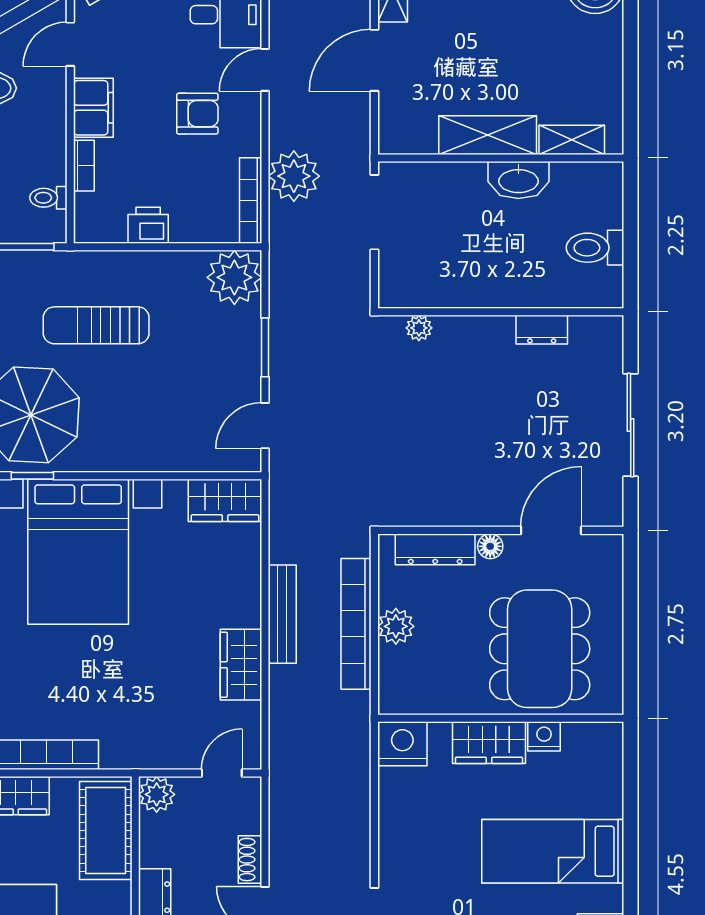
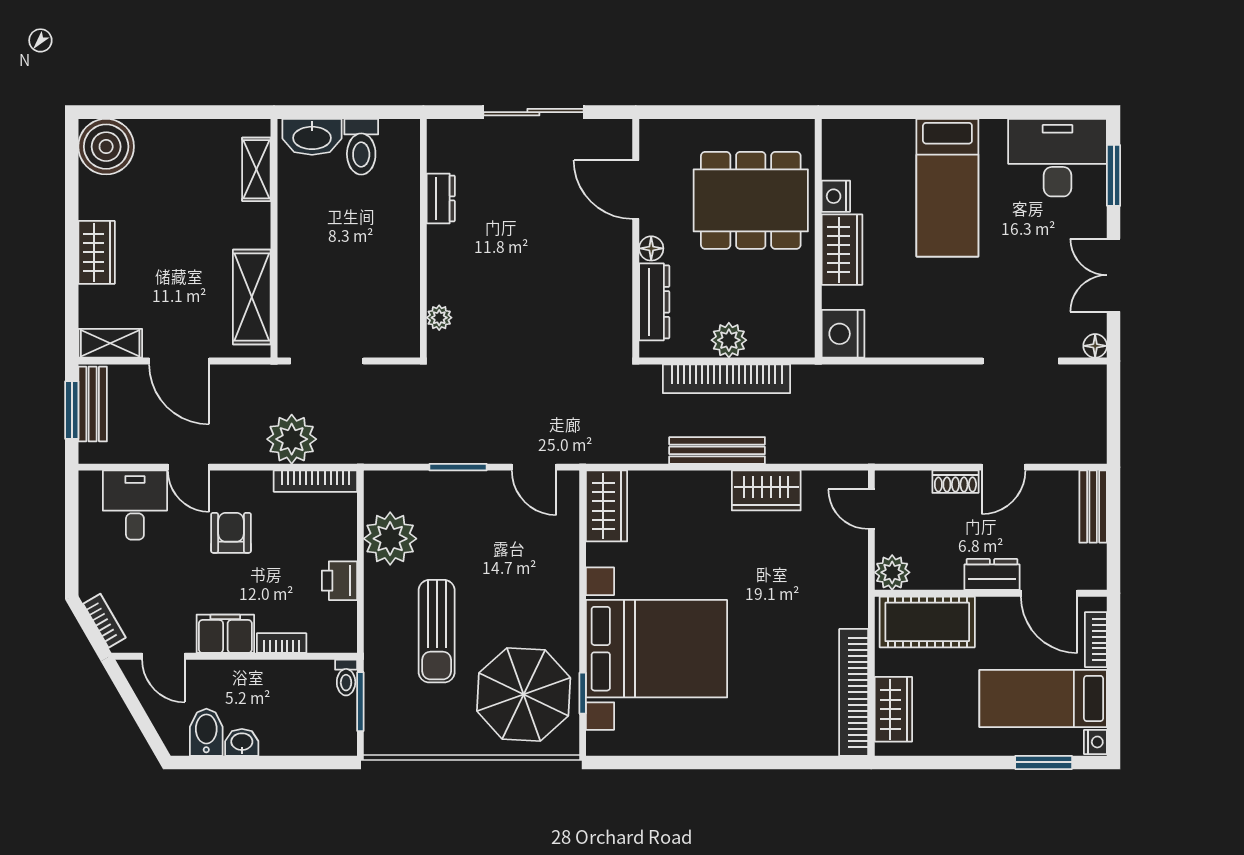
shelving: (488, 135) -> (252, 297), moved
washbasin: (518, 180) -> (312, 137), moved, turned 90
toilet: (48, 198) -> (346, 678), moved
plant: (234, 277) -> (390, 539), moved

